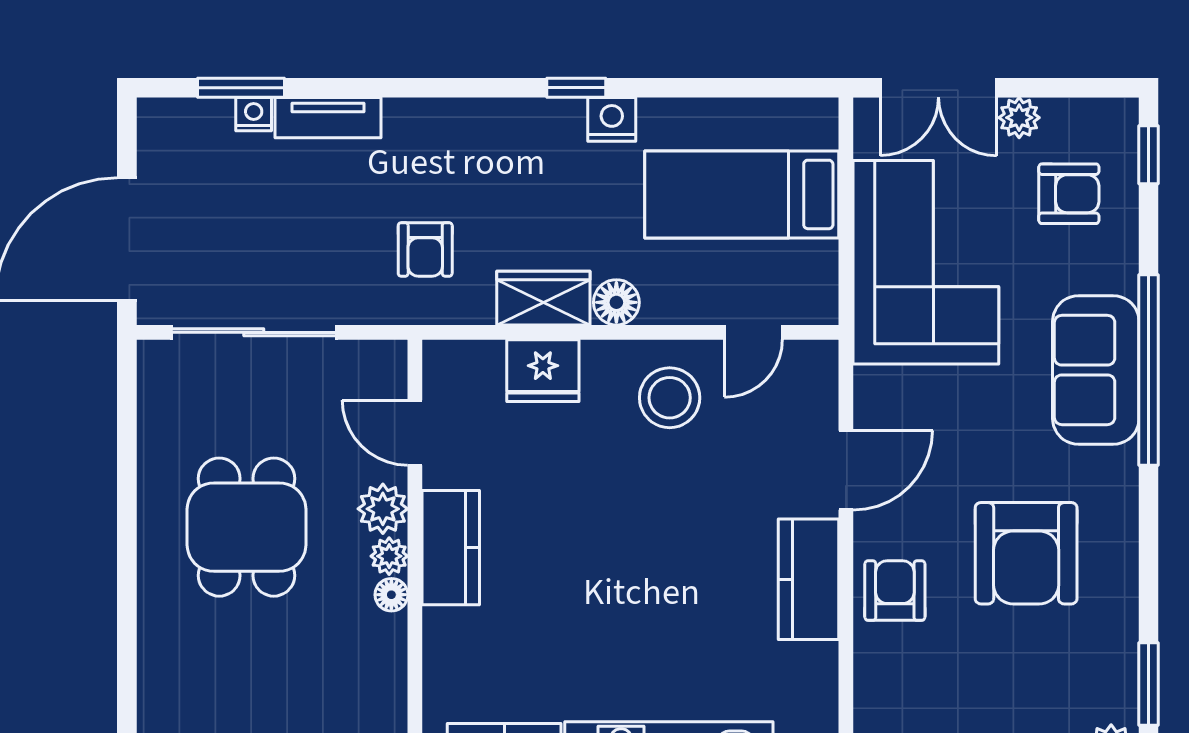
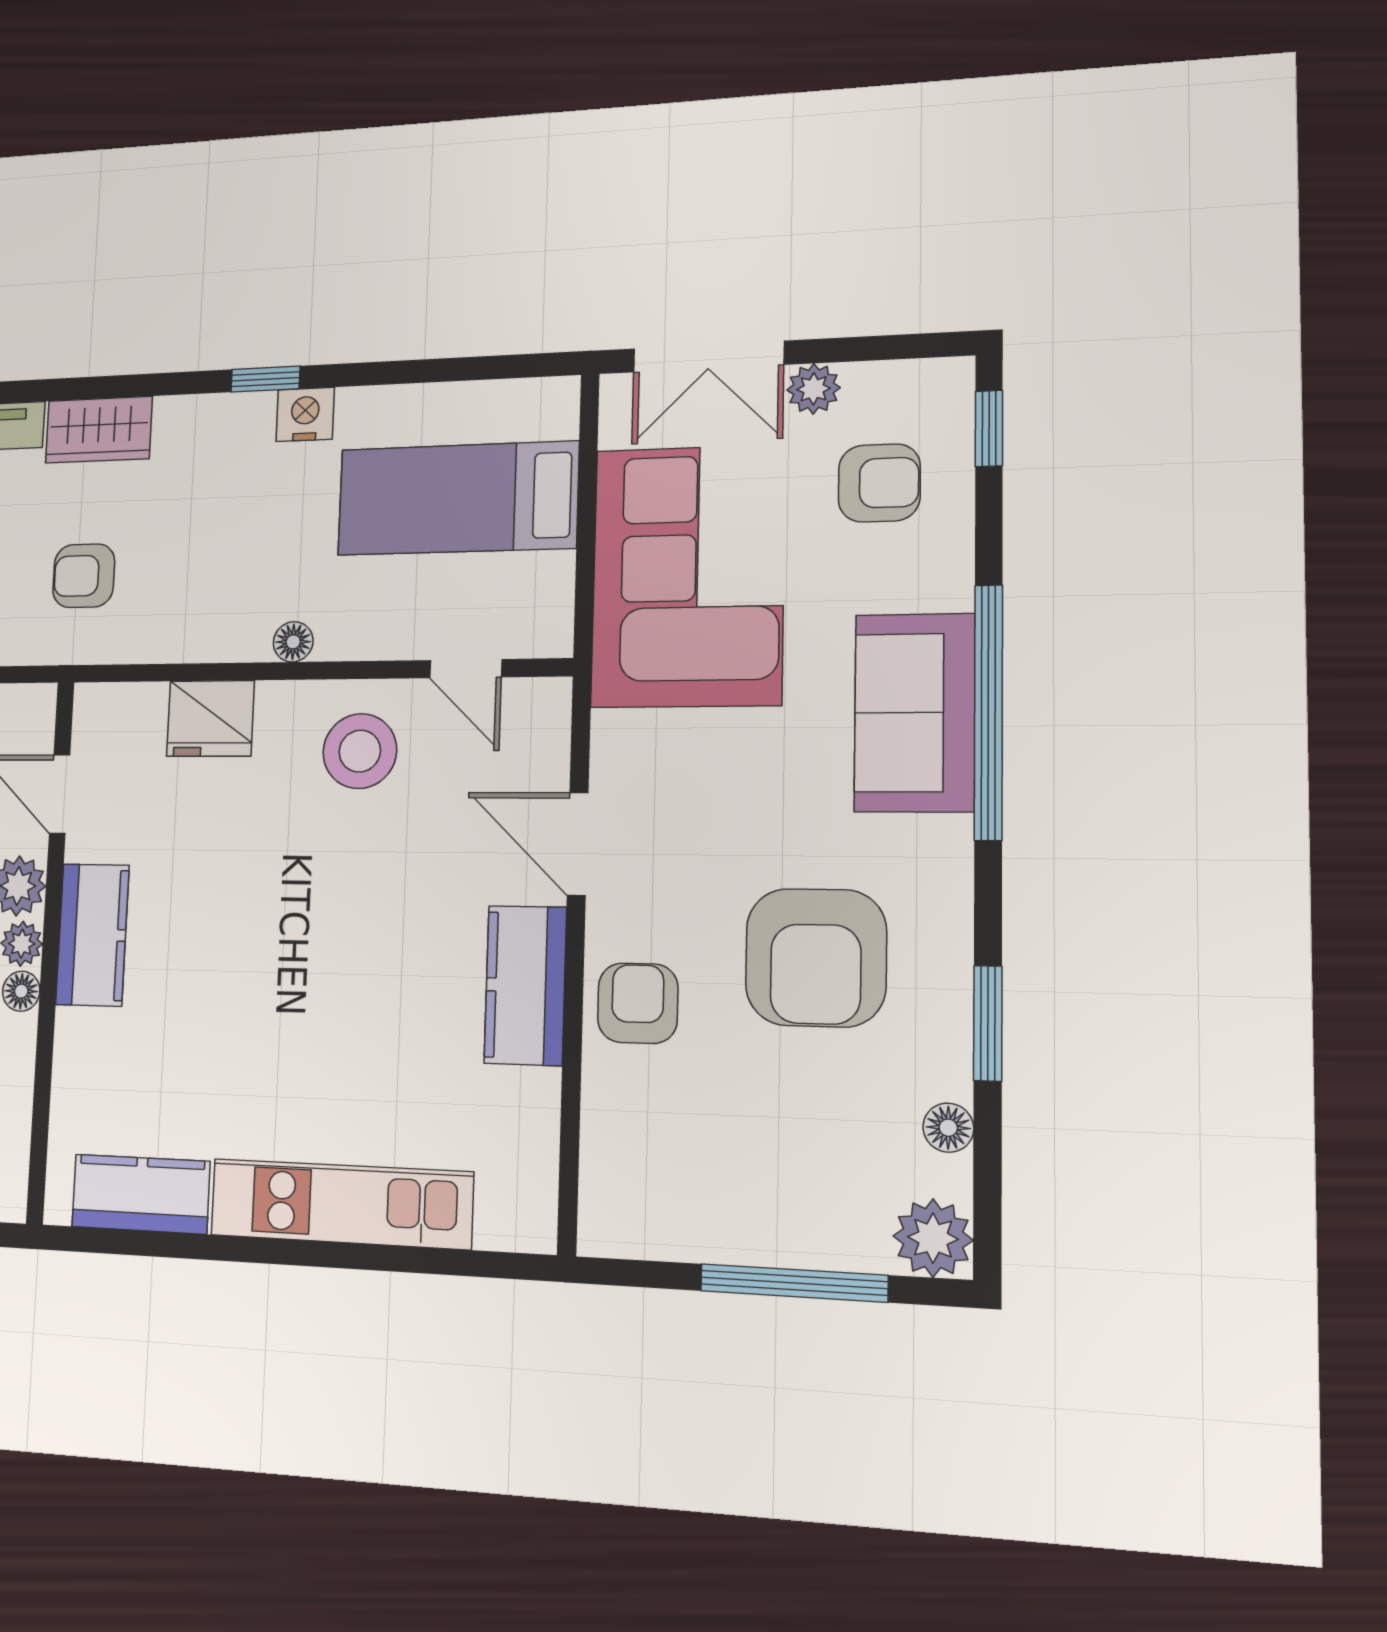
armchair: (425, 249) -> (84, 576), turned 90
wardrobe: (543, 298) -> (99, 430), moved, turned 180
floor lamp: (616, 302) -> (293, 642), width x0.73, depth x0.73
door: (753, 332) -> (466, 669), hinge flipped
door: (846, 470) -> (578, 844), swing flipped
floor lamp: (1121, 674) -> (948, 1128), added
window: (1149, 684) -> (988, 1023), moved

